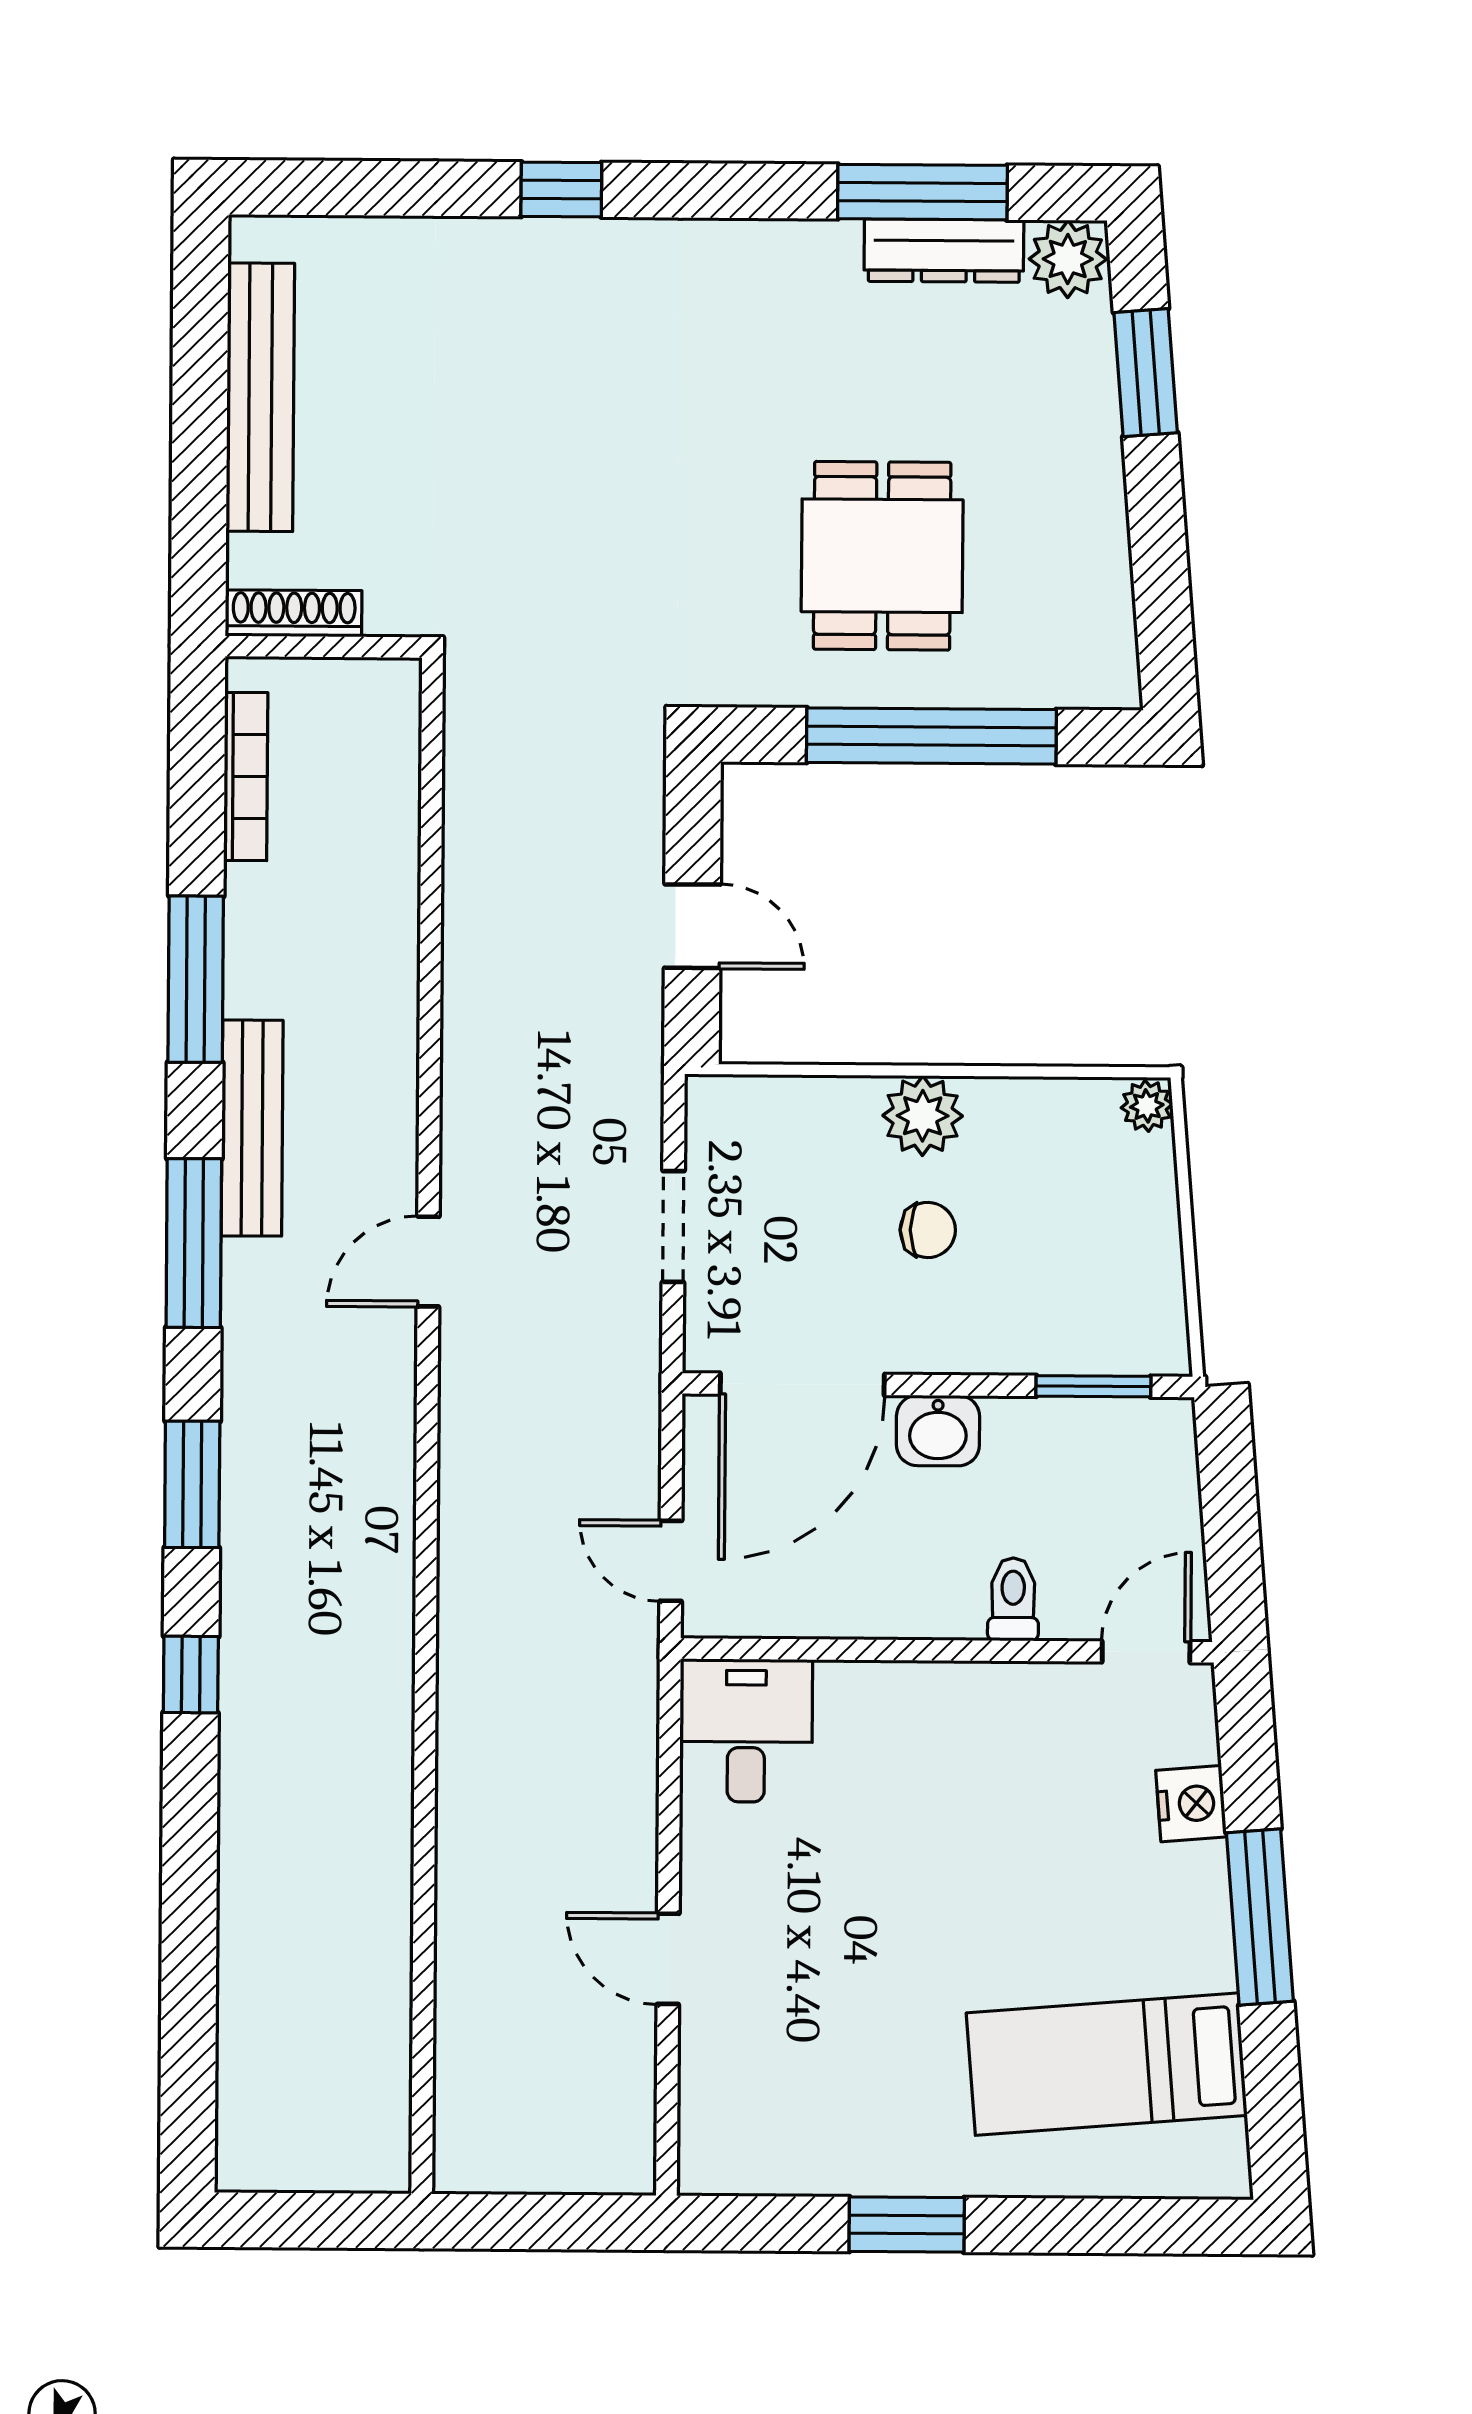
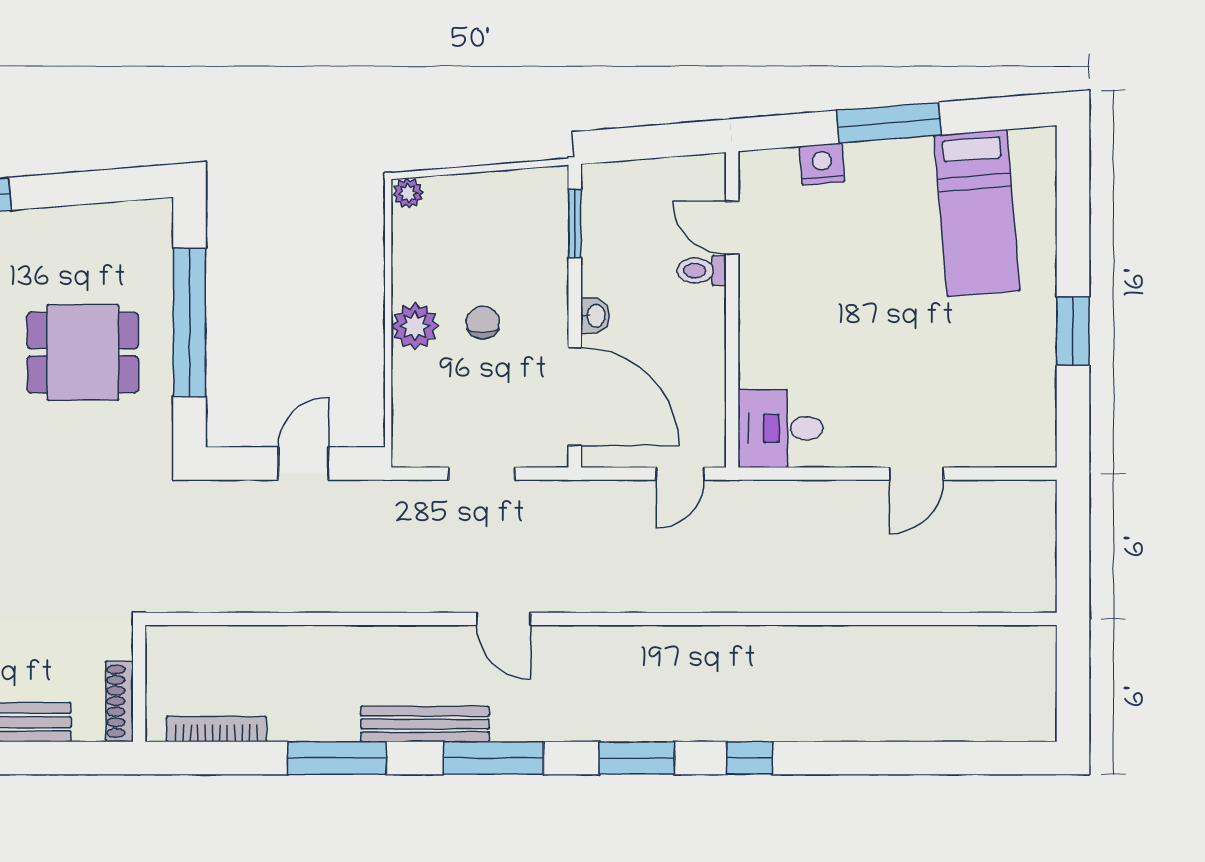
washbasin: (938, 1431) -> (595, 316), width x0.72, depth x0.69
door: (1146, 1652) -> (732, 228), moved

